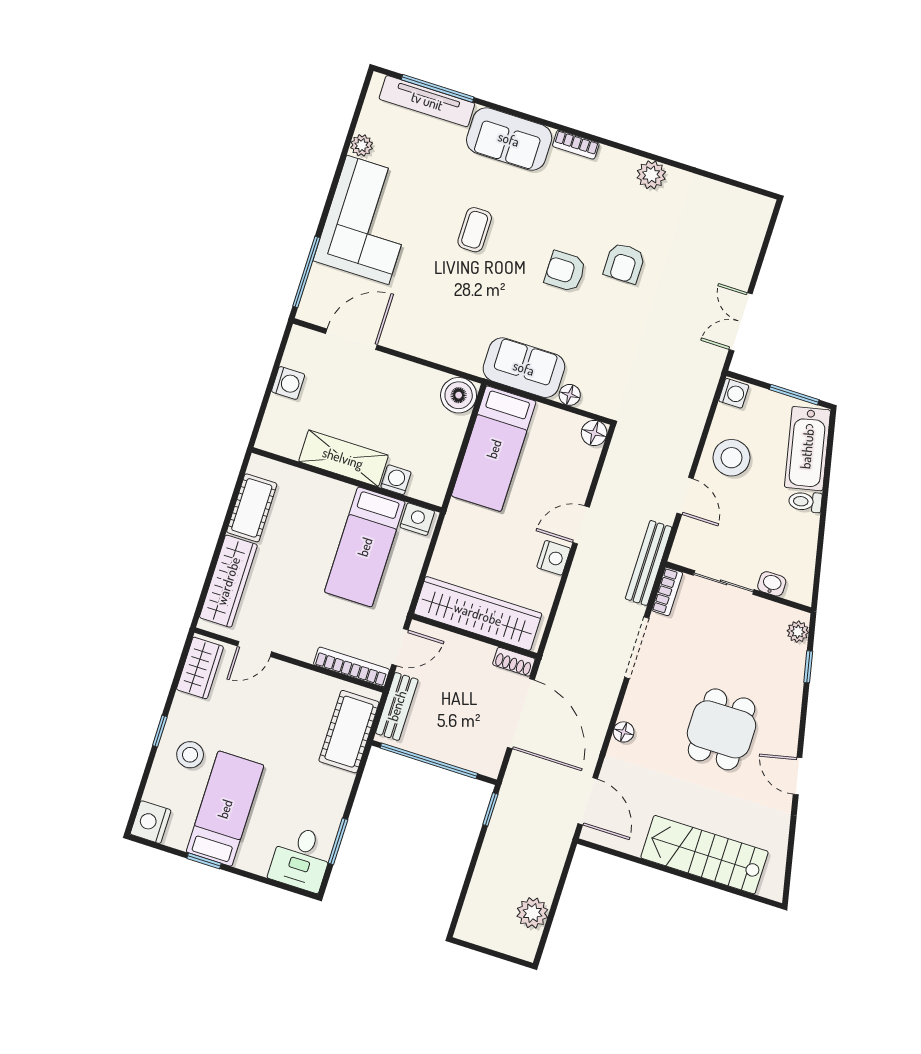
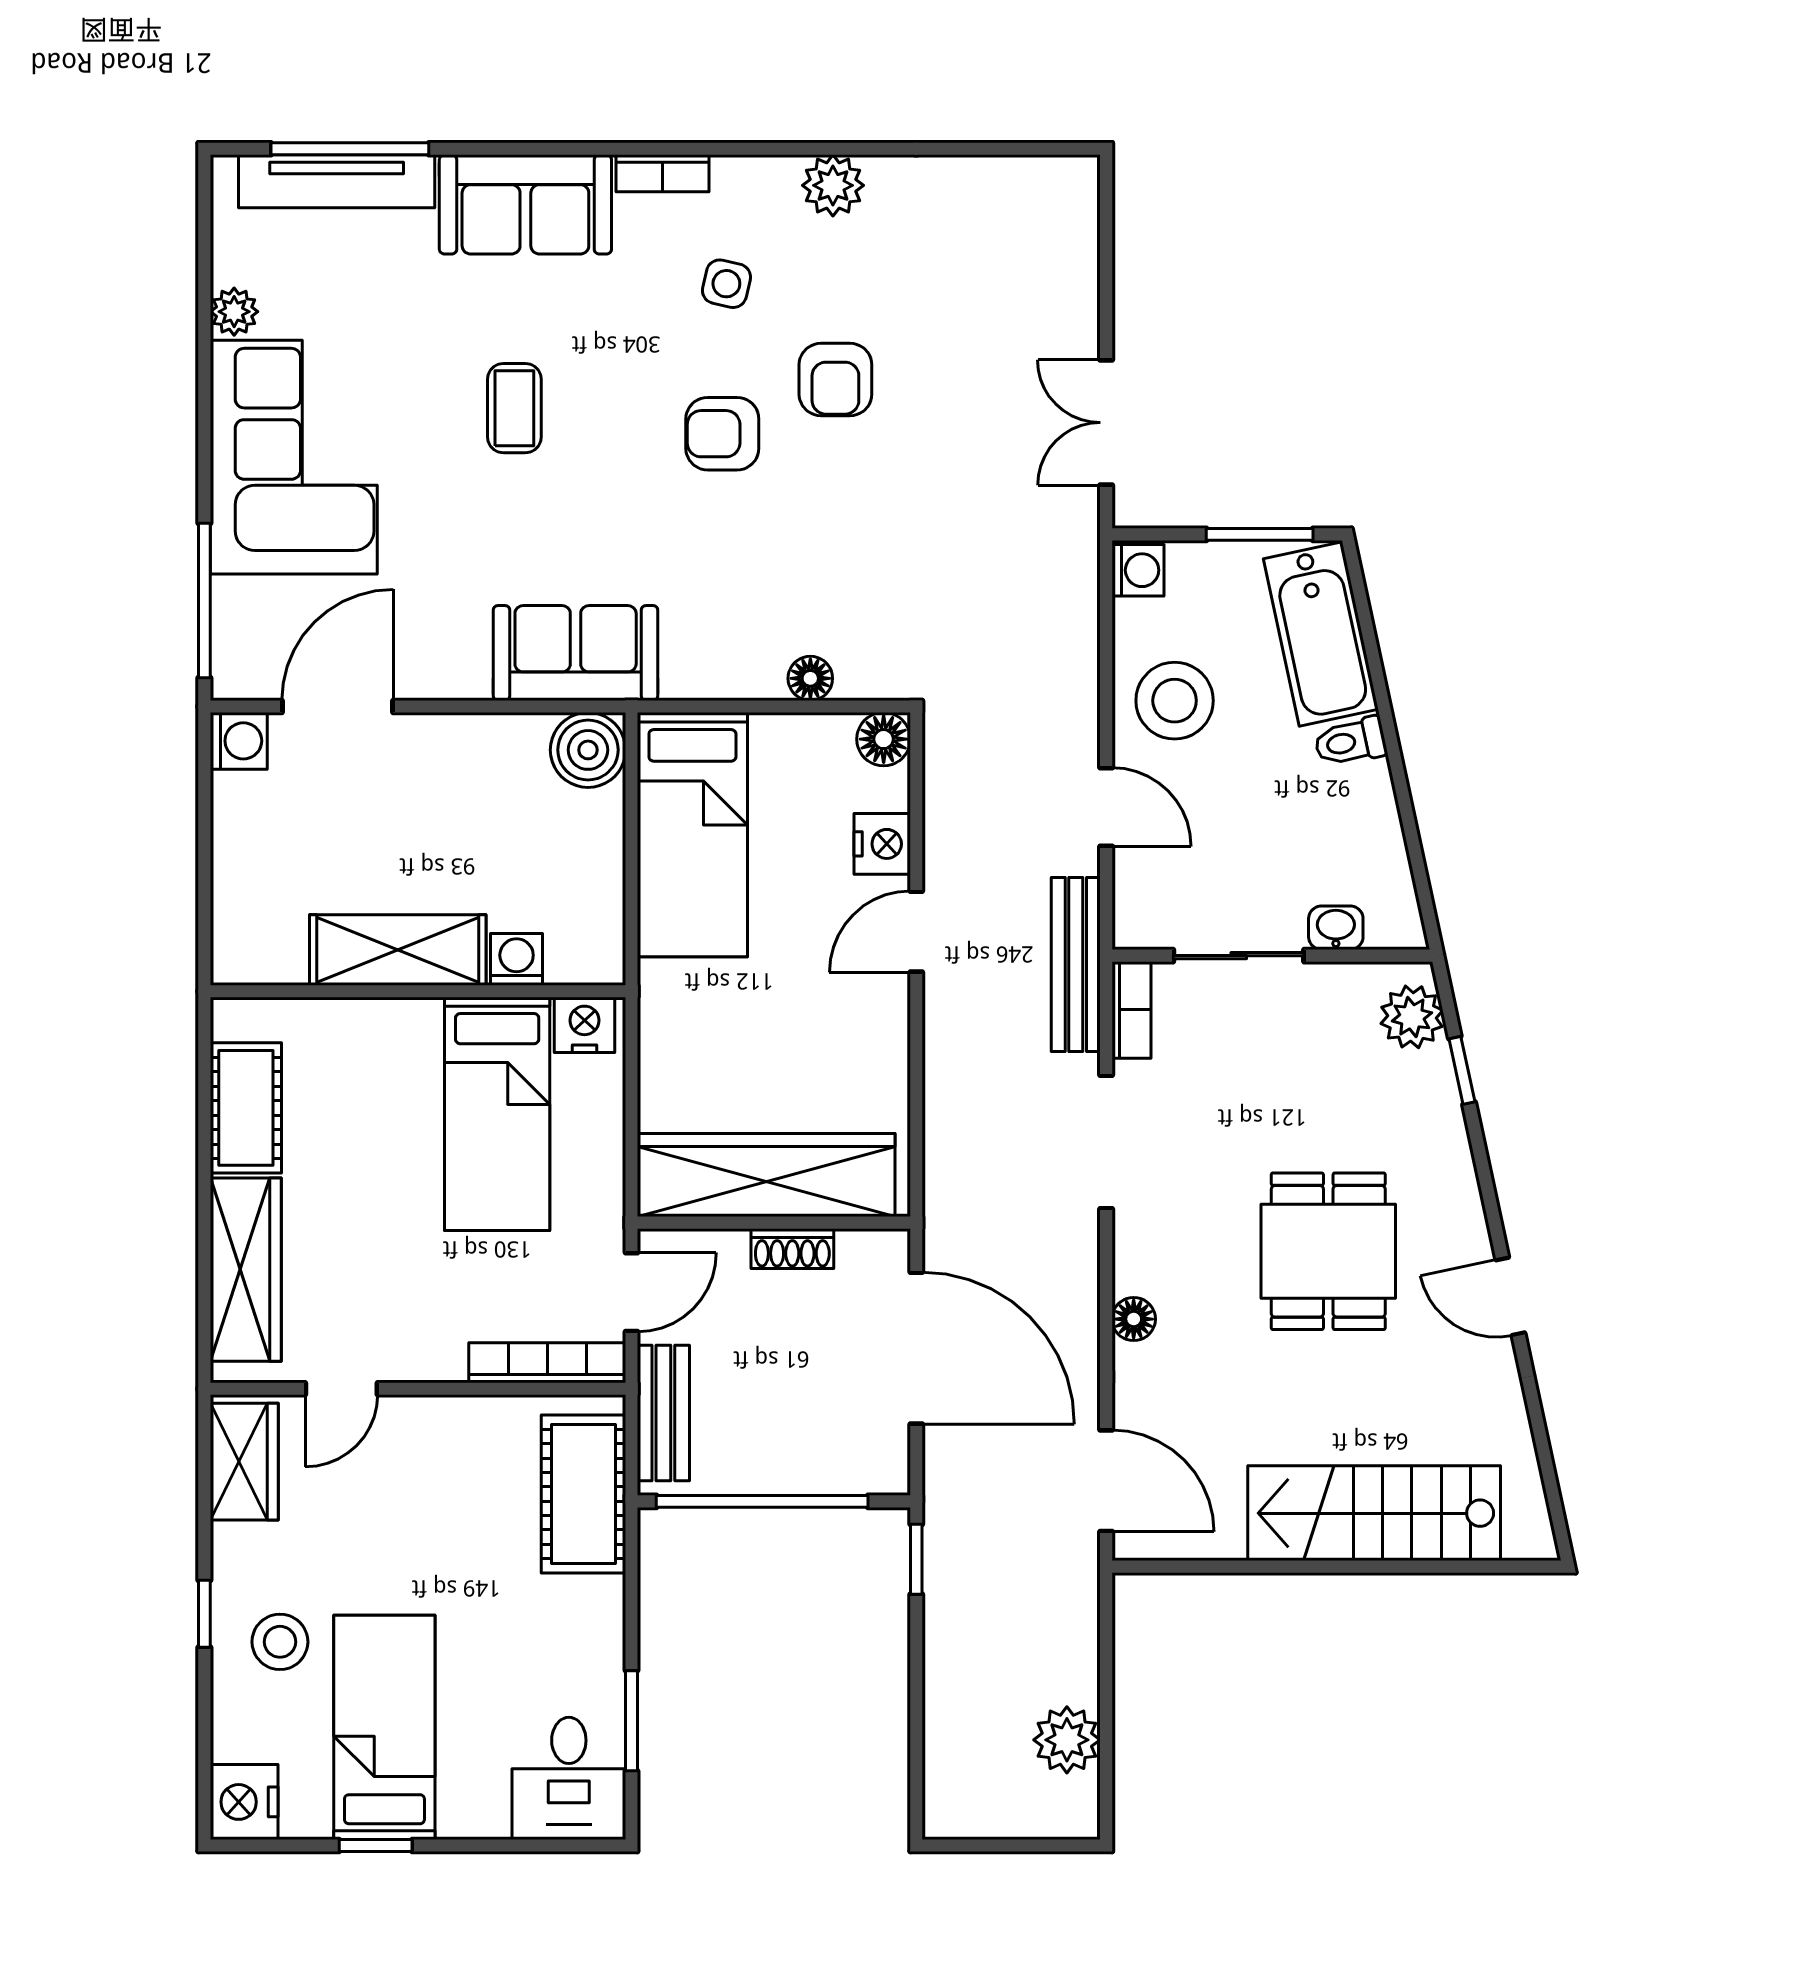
side table: (589, 204) -> (726, 284), added
sofa: (524, 368) -> (576, 653), moved
washing machine: (288, 383) -> (239, 741), moved
nightstand: (554, 558) -> (882, 844), moved
plant: (798, 632) -> (1412, 1017), width x1.38, depth x1.38
shoe rack: (514, 662) -> (792, 1249), moved

